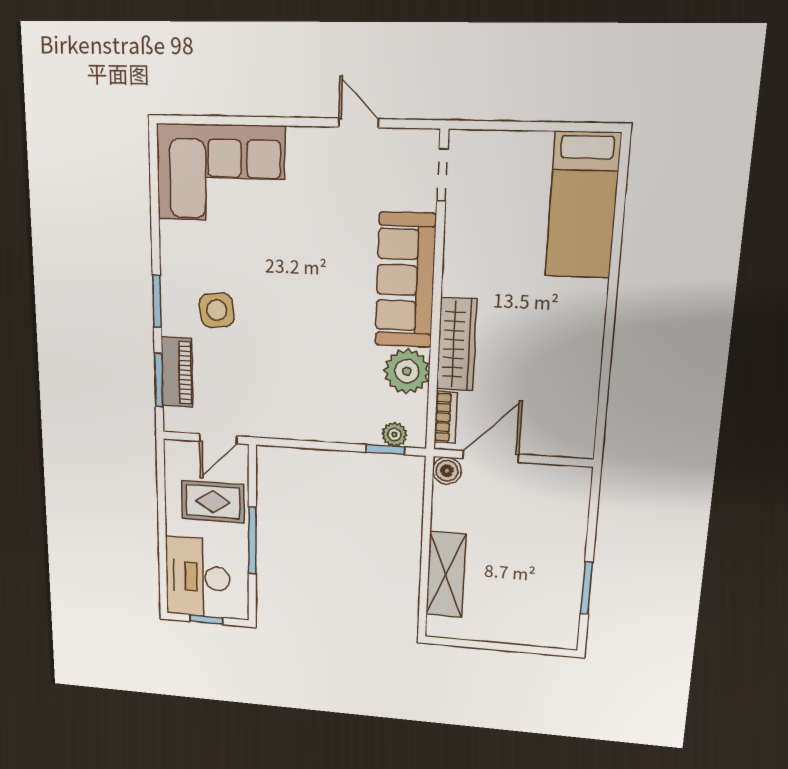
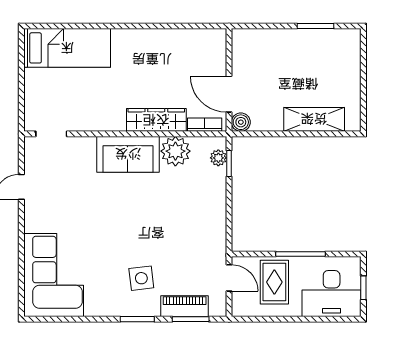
sofa: (405, 280) -> (128, 154), width x0.73

